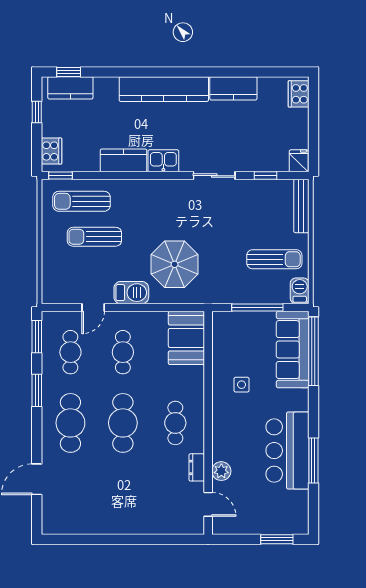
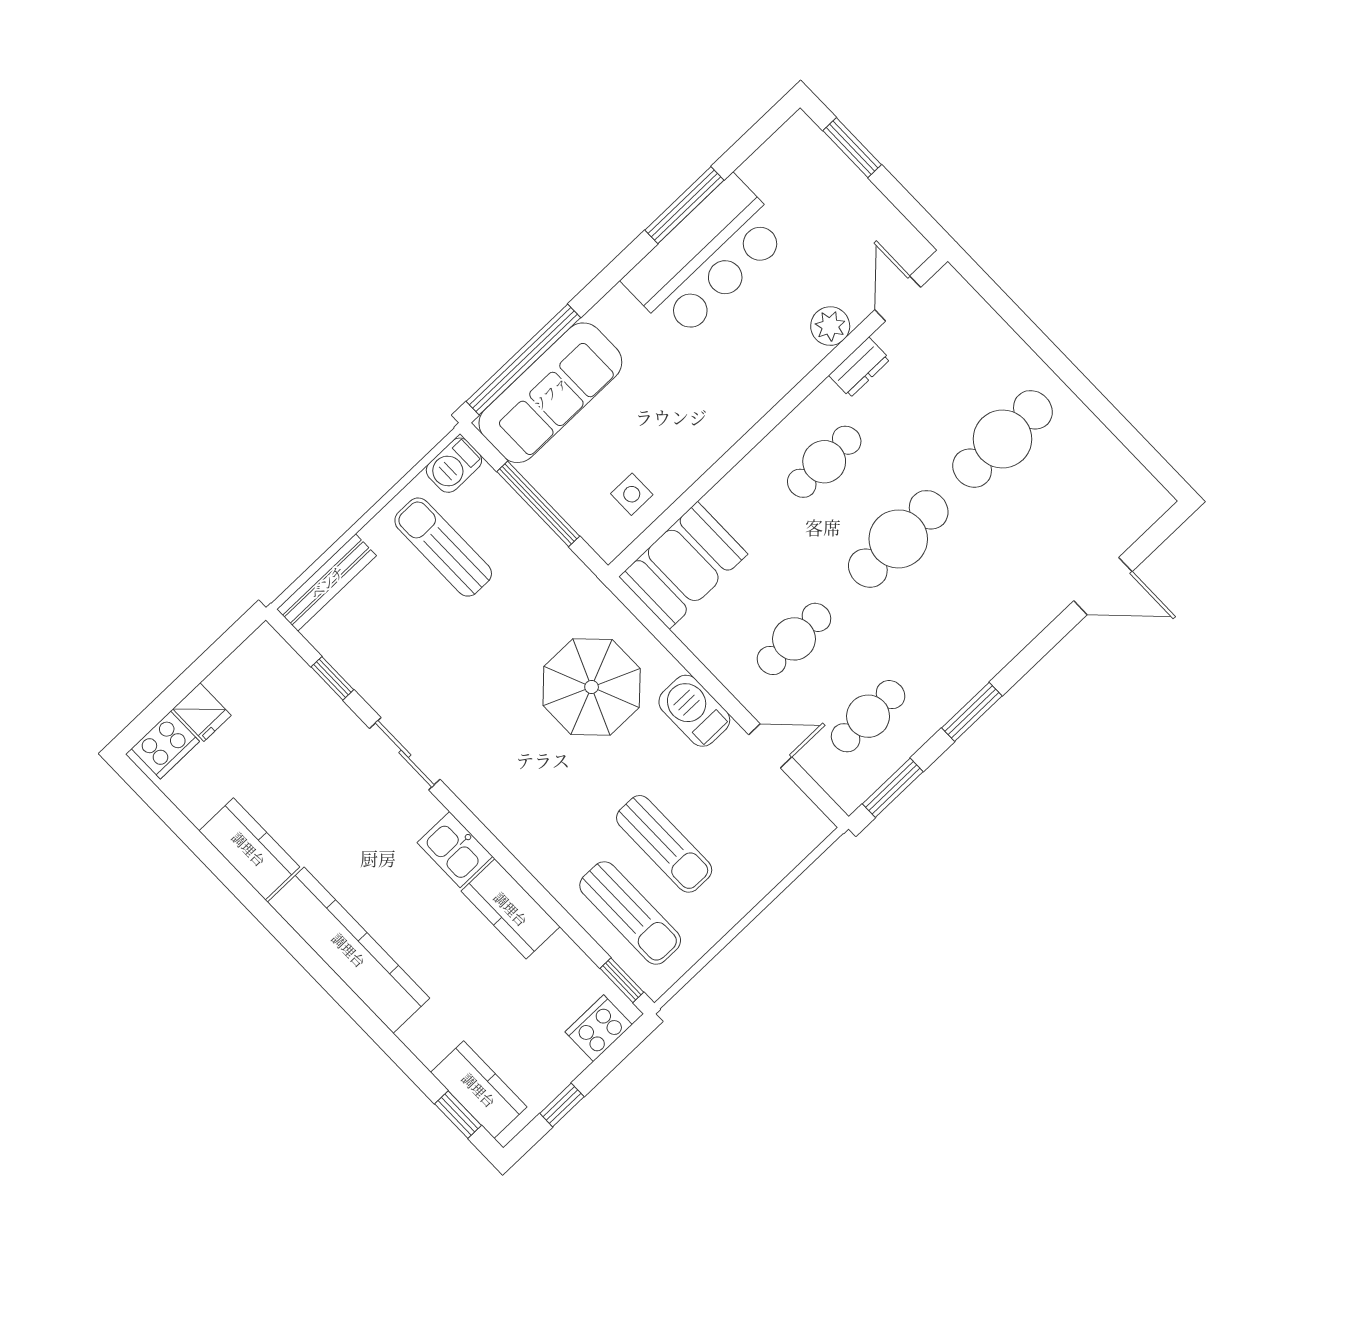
fridge: (299, 161) -> (202, 712), moved, turned -90
side table: (242, 385) -> (632, 494), moved
cafe table: (70, 423) -> (1002, 439), moved

